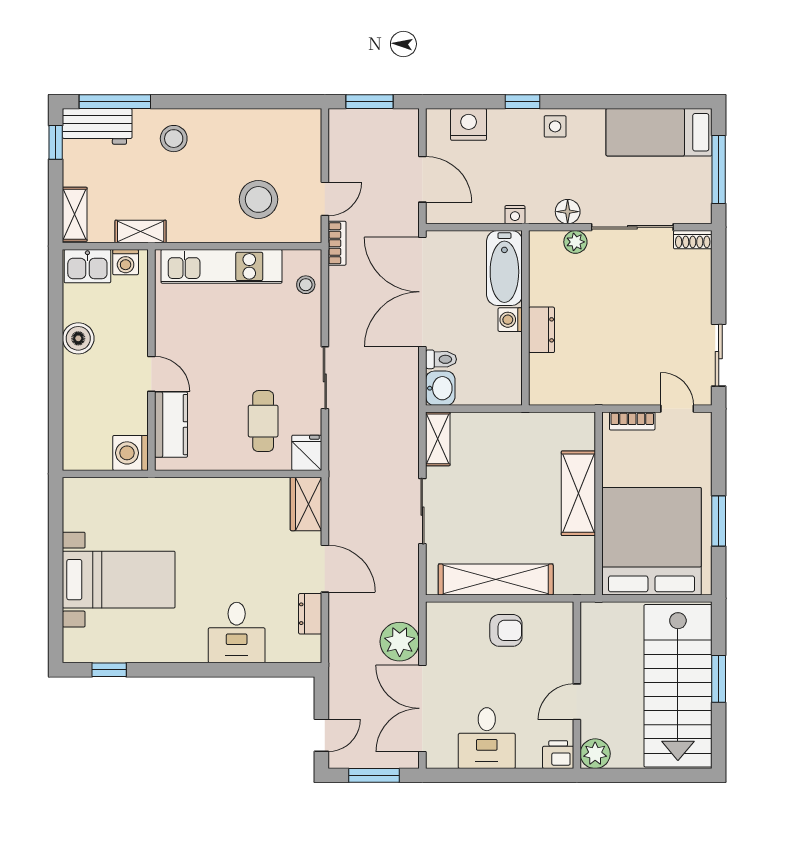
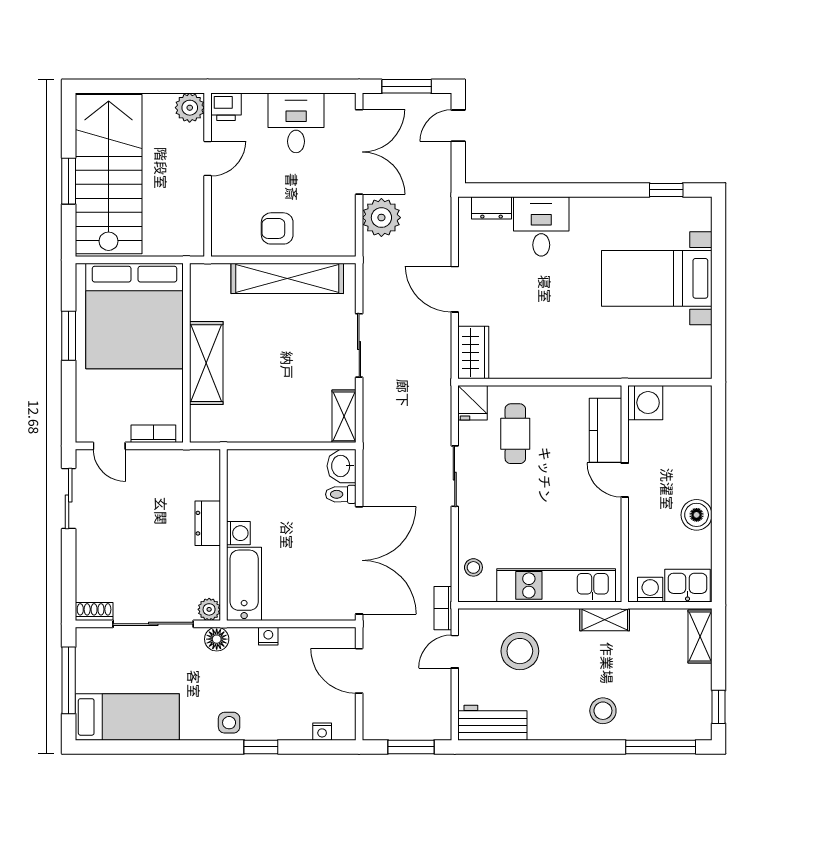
nightstand: (469, 124) -> (322, 732), width x0.53, depth x0.56
workbench: (97, 126) -> (493, 723), moved
shelving: (141, 231) -> (605, 620), moved
bathtub: (504, 268) -> (244, 584), moved
wall: (525, 318) -> (224, 535), moved
washing machine: (510, 320) -> (238, 533), moved
dresser: (542, 330) -> (208, 523), moved
dresser: (310, 614) -> (492, 208), moved, turned 90

